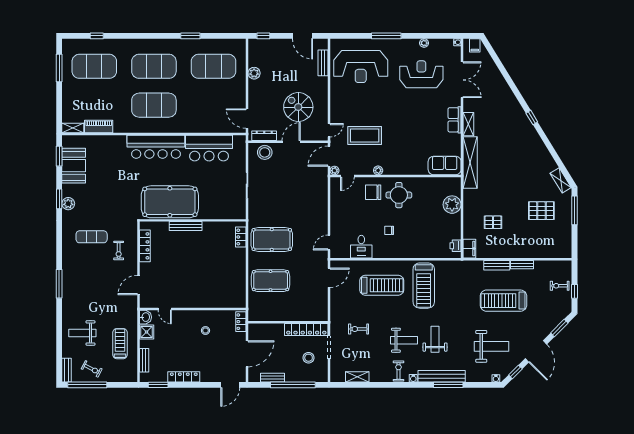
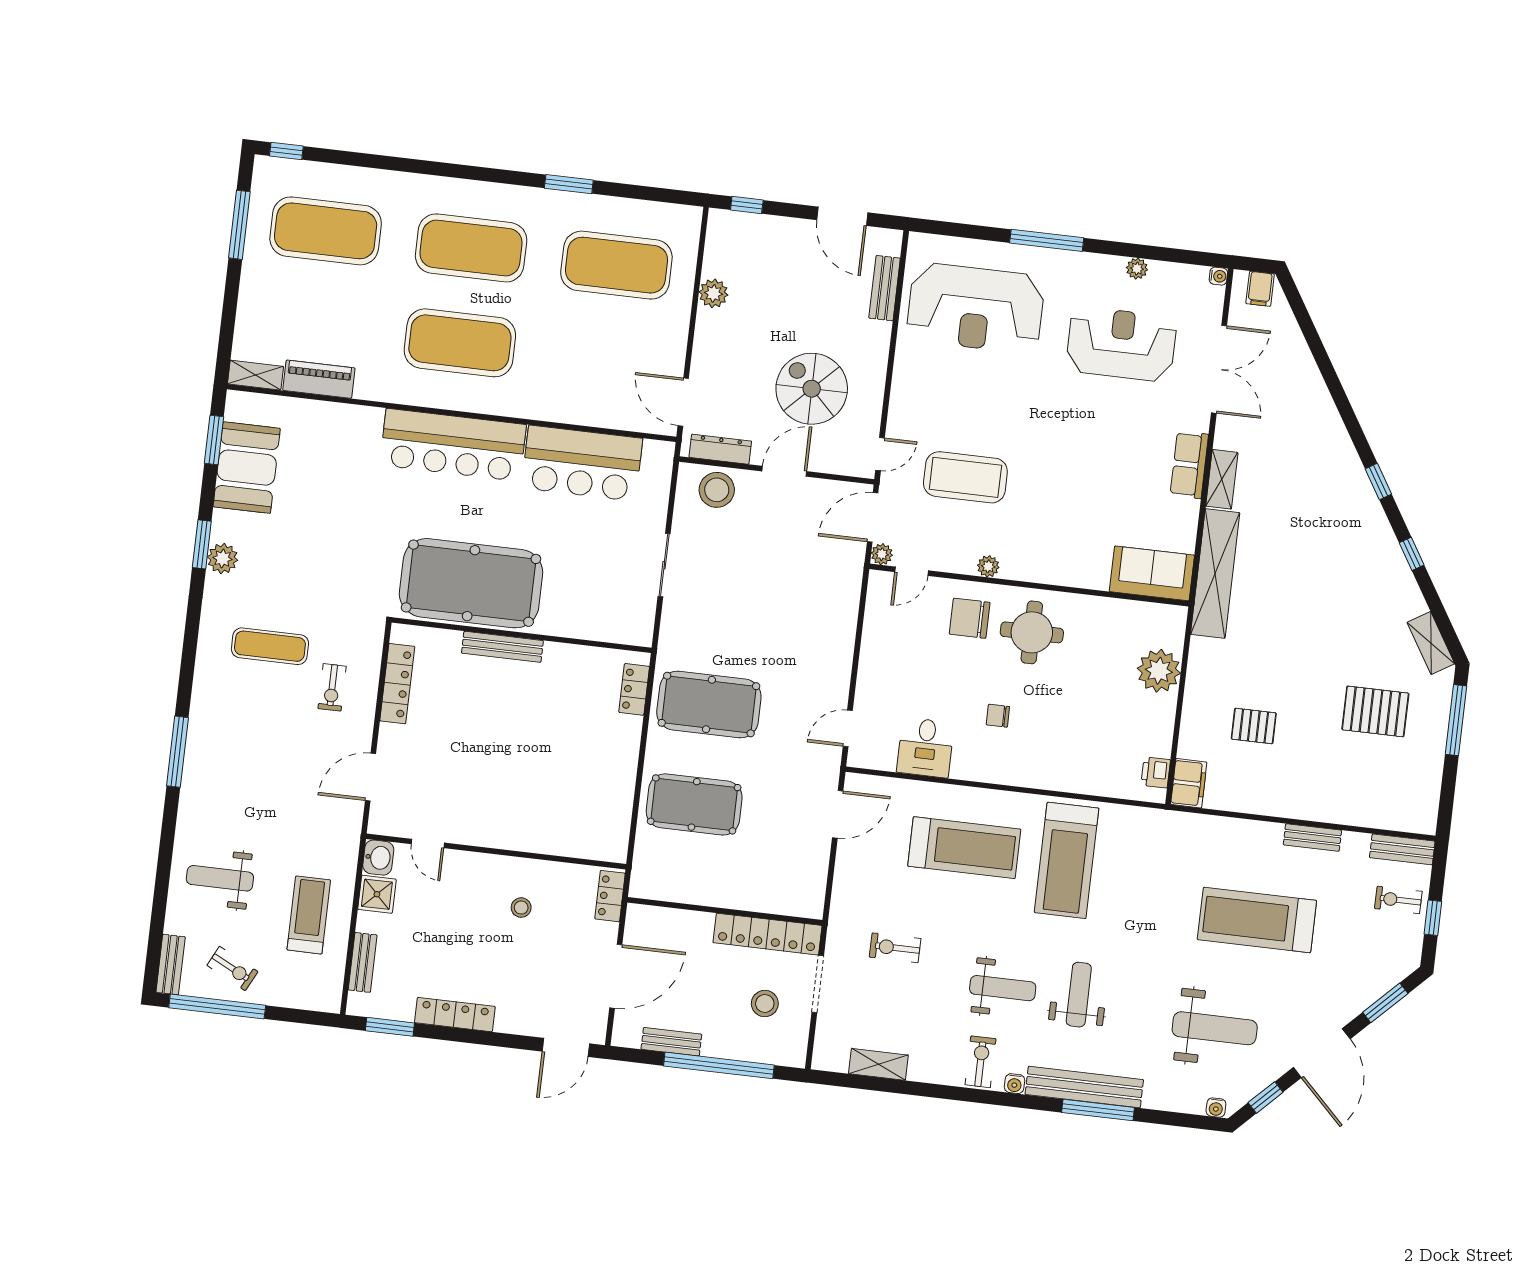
window: (97, 36) -> (286, 151), moved
window: (549, 145) -> (1412, 554), added
bench: (497, 265) -> (1402, 849), moved

